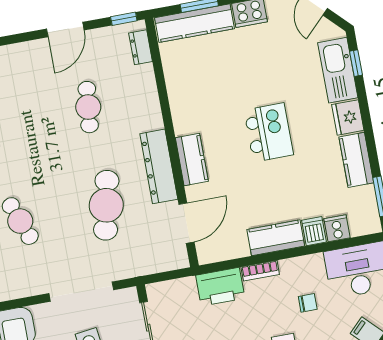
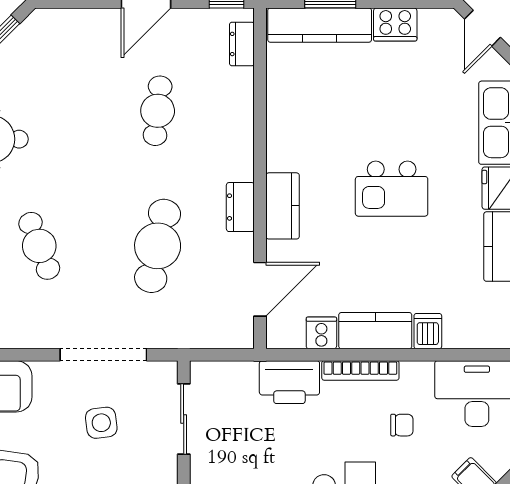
kitchen island: (269, 132) -> (392, 189), turned 90
dresser: (159, 166) -> (240, 207), width x0.51, depth x0.80
cooker: (337, 228) -> (321, 333), moved
bookcase: (260, 271) -> (360, 370), width x1.56

